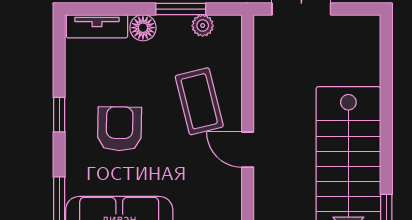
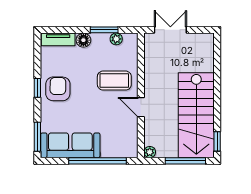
coffee table: (199, 101) -> (114, 81), turned -76
armchair: (120, 129) -> (58, 89), moved

